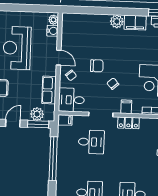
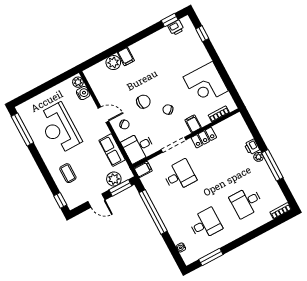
plant: (117, 21) -> (113, 63), moved
filing cabinet: (135, 23) -> (126, 57), moved, width x0.50
door: (13, 123) -> (96, 201), swing flipped

